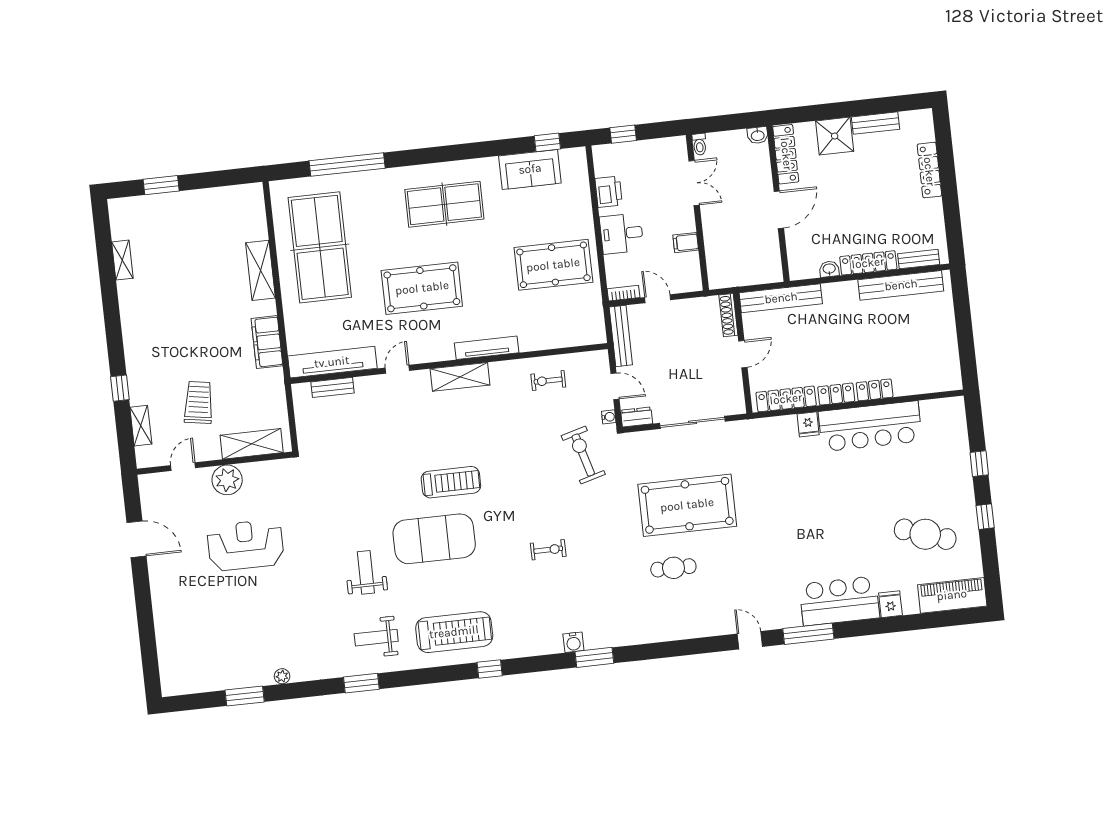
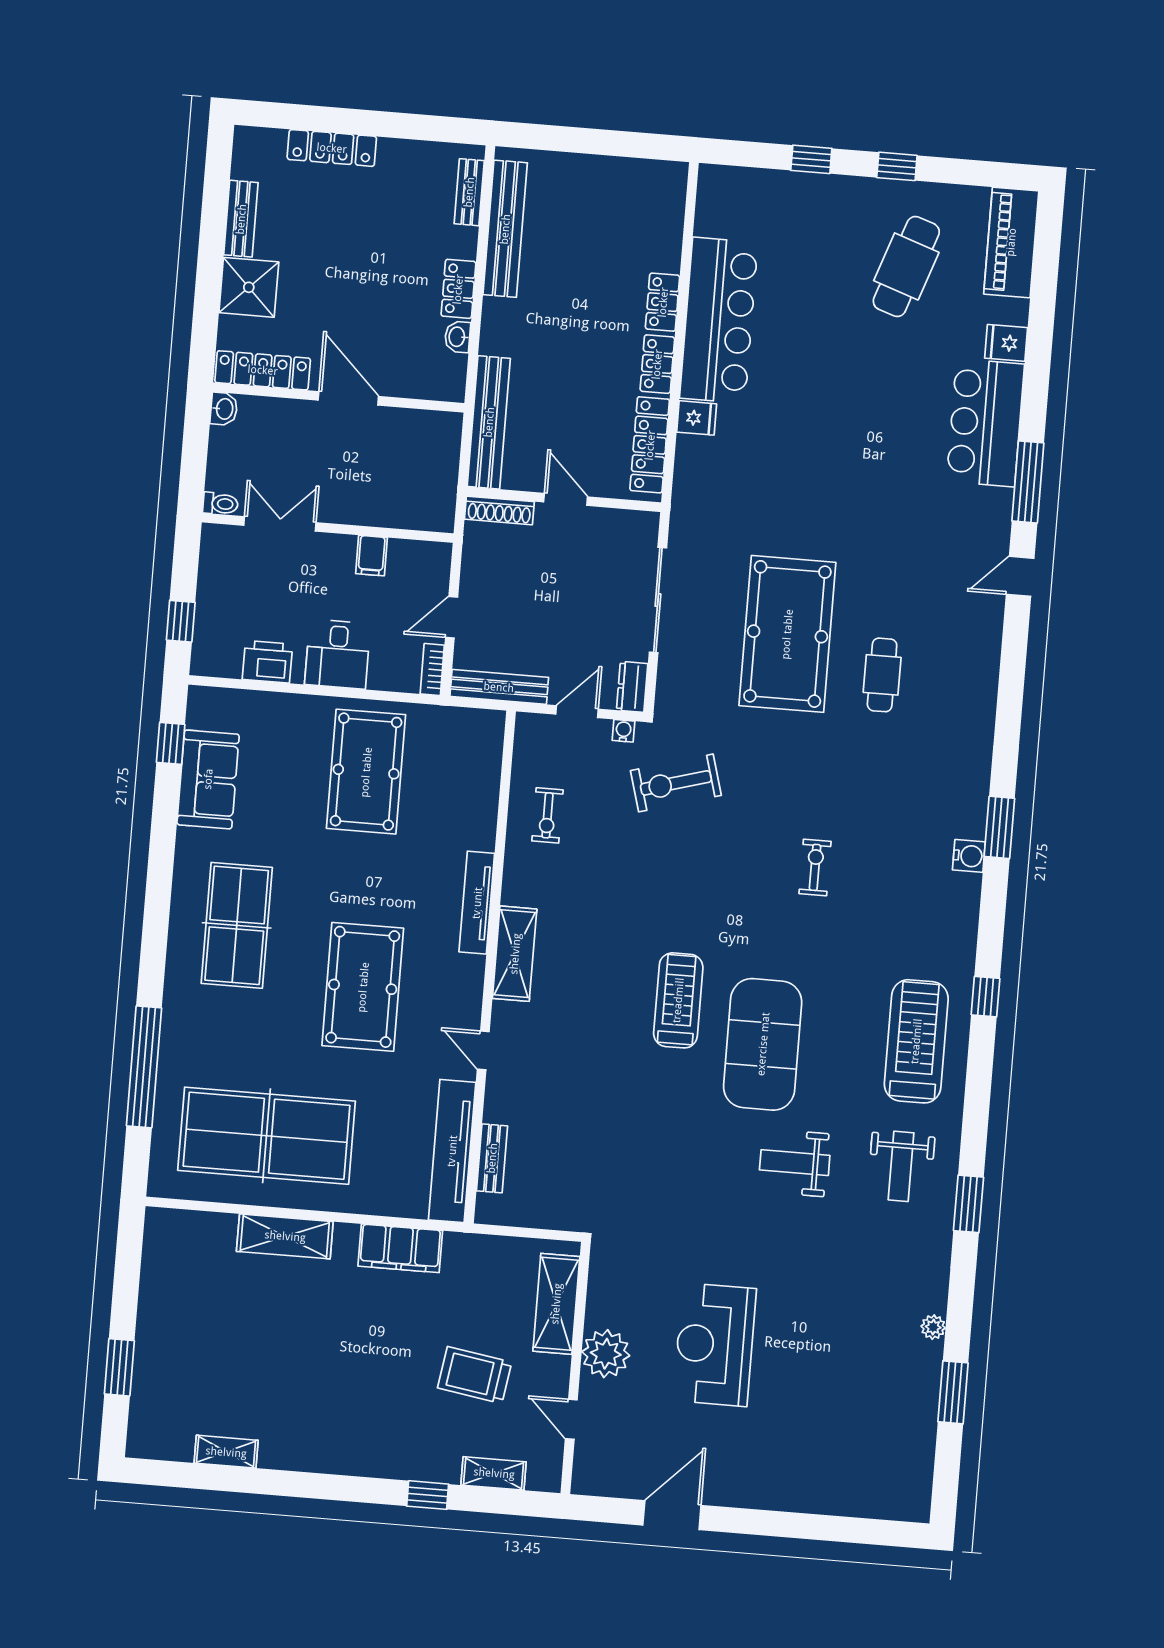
locker: (868, 263) -> (458, 289), width x0.66

